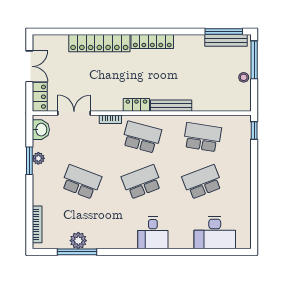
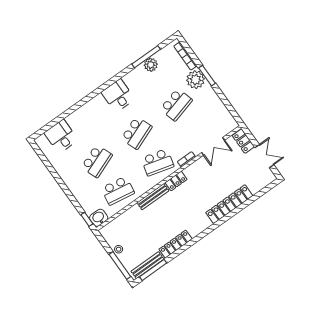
locker: (152, 41) -> (176, 244), moved
double door: (29, 66) -> (264, 156), swing flipped
washbasin: (41, 130) -> (99, 218), moved, turned 90
plant: (38, 158) -> (196, 80), moved, width x1.88, depth x1.88
window: (29, 161) -> (207, 76), moved
school desk: (81, 182) -> (176, 105), turned -36
desk: (153, 233) -> (118, 96), moved
desk: (215, 233) -> (61, 136), width x0.73

